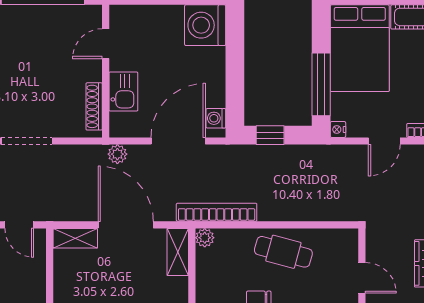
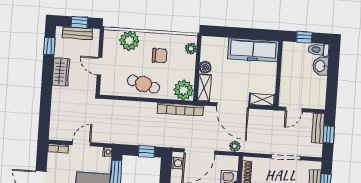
door: (19, 225) -> (294, 110), swing flipped
plant: (205, 238) -> (184, 90), width x1.88, depth x1.88
boiler: (178, 288) -> (205, 67), added

